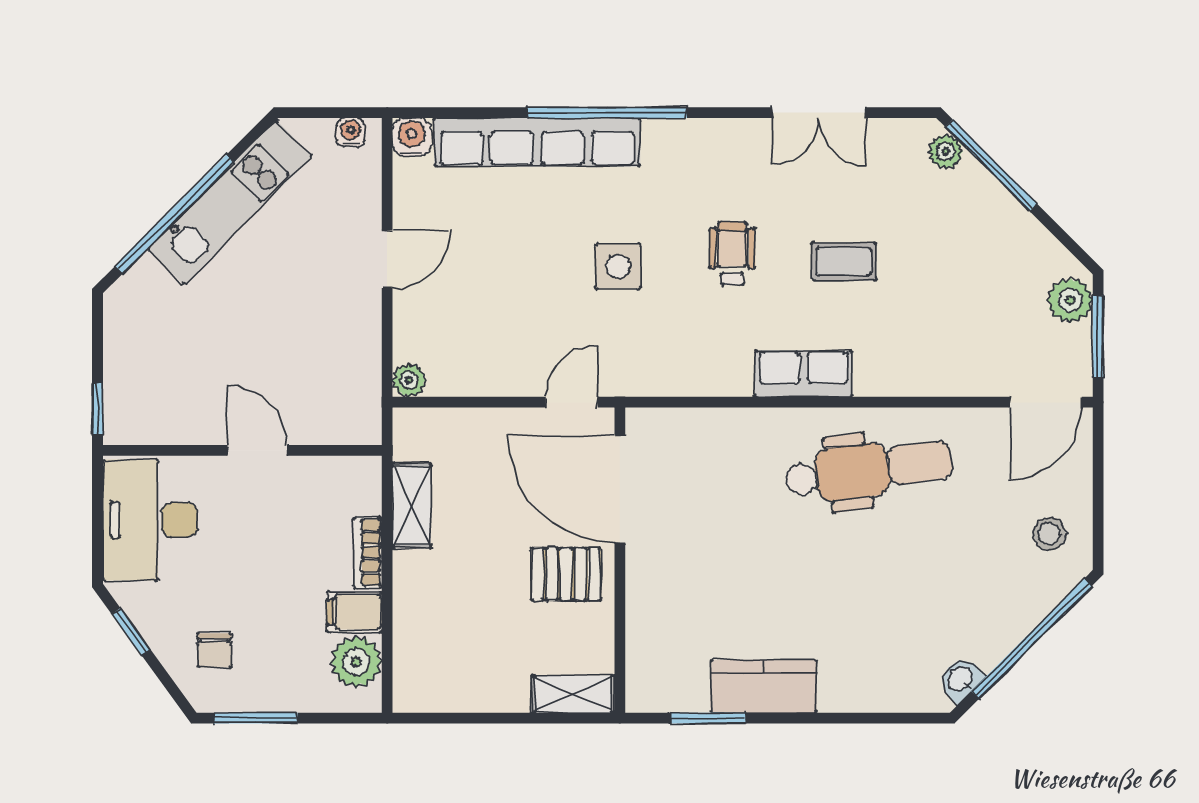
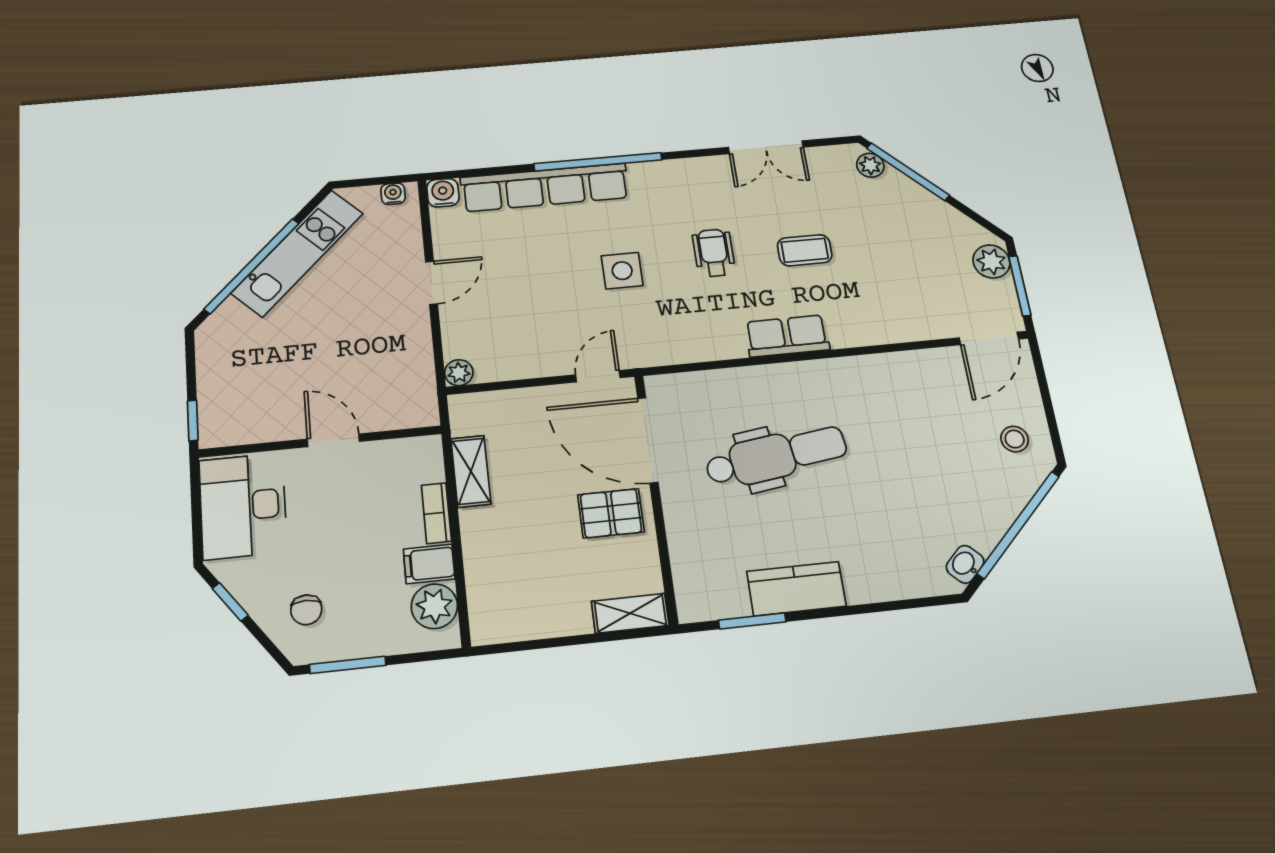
dental chair: (869, 470) -> (776, 456), moved

